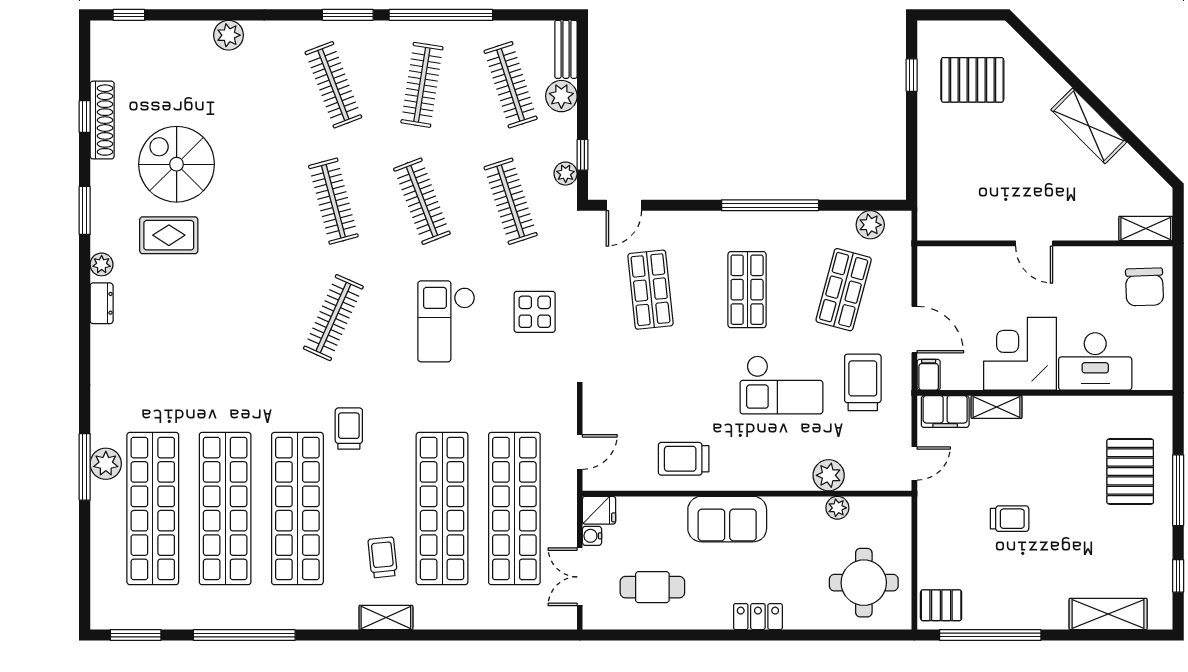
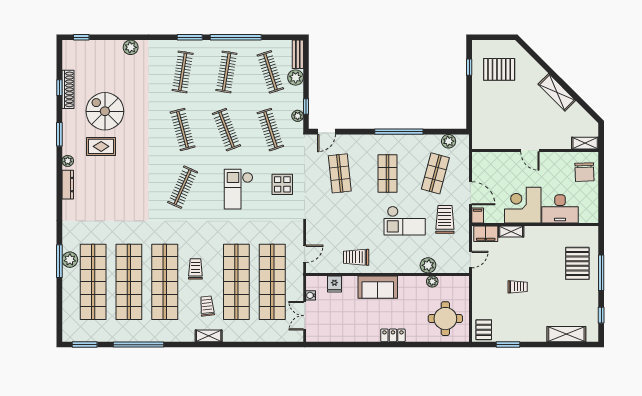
clothes rail: (333, 85) -> (183, 72), turned 30
dresser: (102, 303) -> (68, 185), width x1.44
trolley: (349, 429) -> (195, 269), moved
fridge: (599, 510) -> (334, 284), moved, turned 90
cafe table: (652, 587) -> (341, 321), removed
pallet: (941, 605) -> (484, 330), turned 90
window: (990, 635) -> (508, 345), width x0.47

